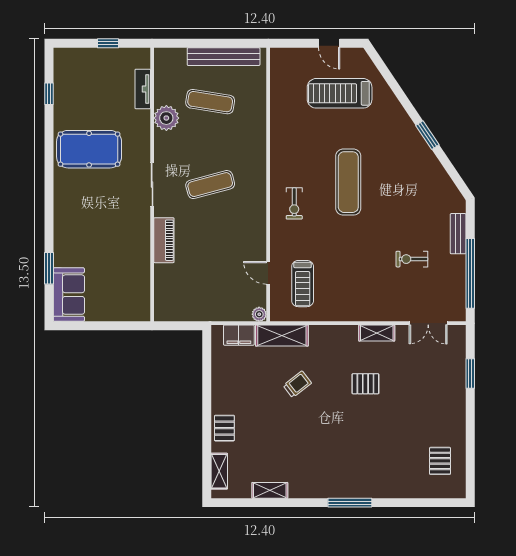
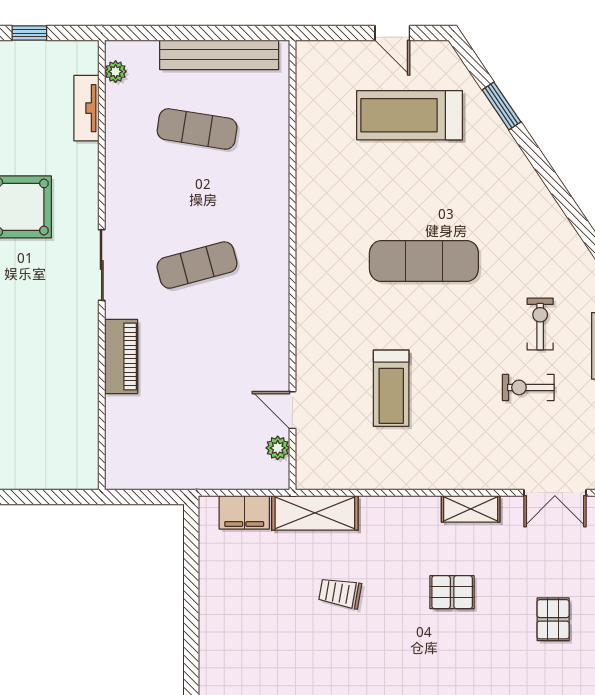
plant: (166, 118) -> (116, 72), moved, width x0.53, depth x0.53
window: (427, 135) -> (501, 106), moved
exercise mat: (348, 182) -> (424, 261), turned 90
exercise bike: (294, 203) -> (540, 324), moved, turned 180
treadmill: (303, 284) -> (391, 388), moved
plant: (259, 314) -> (278, 448), moved
trolley: (297, 384) -> (340, 593), turned -132
pallet: (224, 428) -> (553, 619), moved

